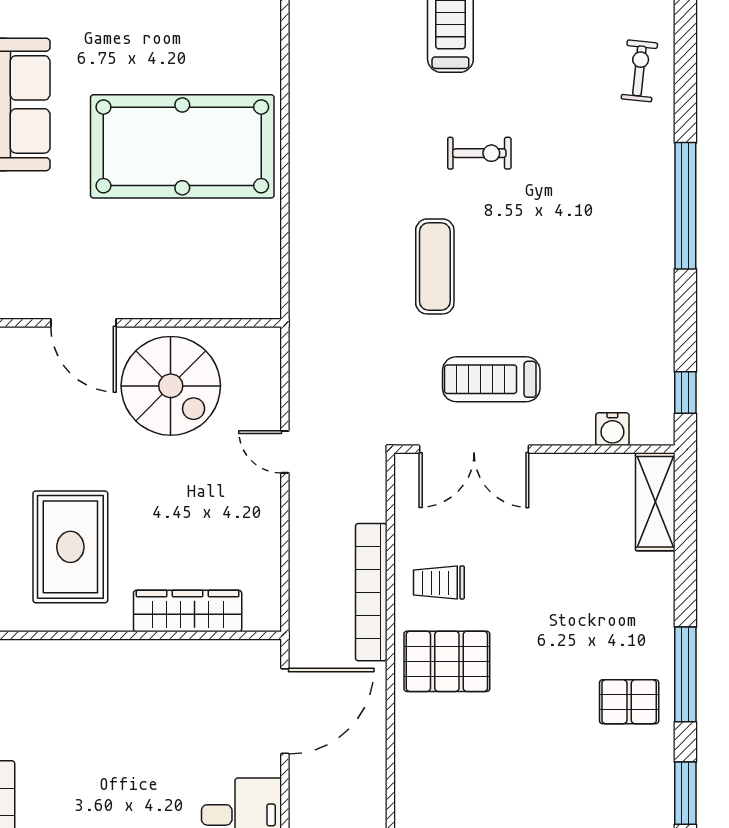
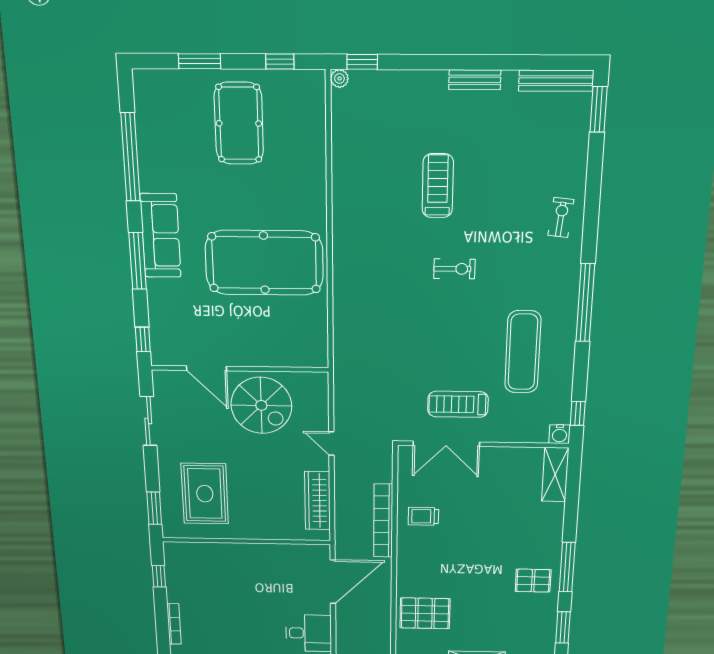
exercise mat: (435, 266) -> (523, 352), moved, width x1.36, depth x1.45
water cooler: (612, 429) -> (560, 434), moved
wardrobe: (188, 611) -> (318, 501), moved, turned -90
pallet: (447, 661) -> (425, 613), moved

